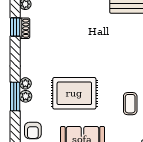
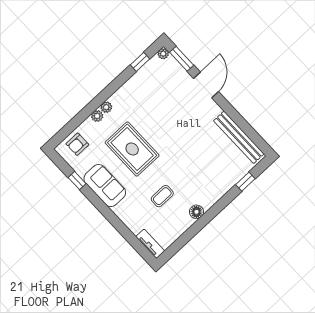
shoe rack: (25, 28) -> (145, 70), removed
window: (15, 97) -> (90, 109), removed

